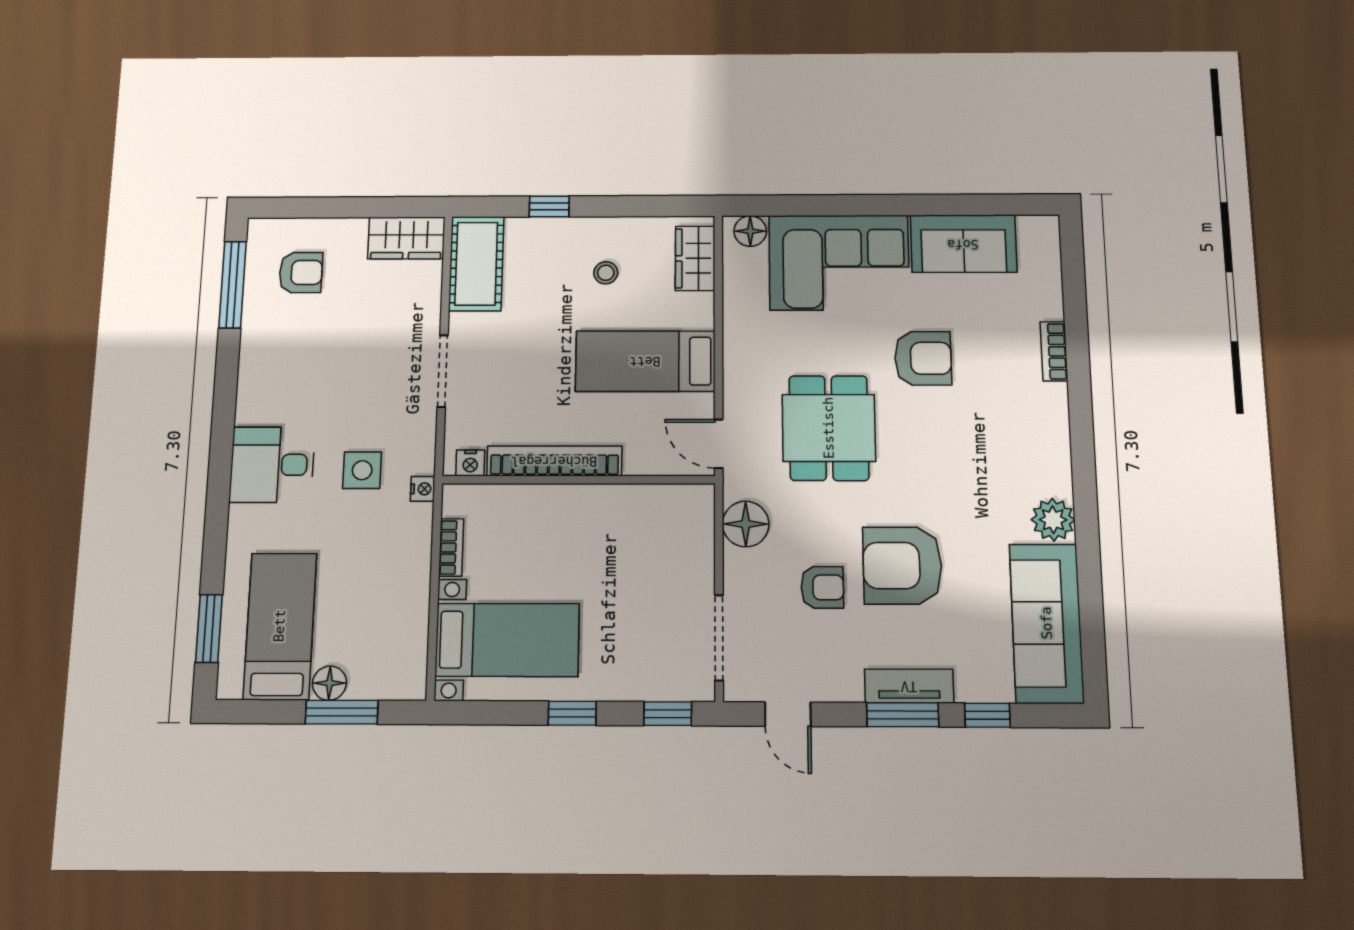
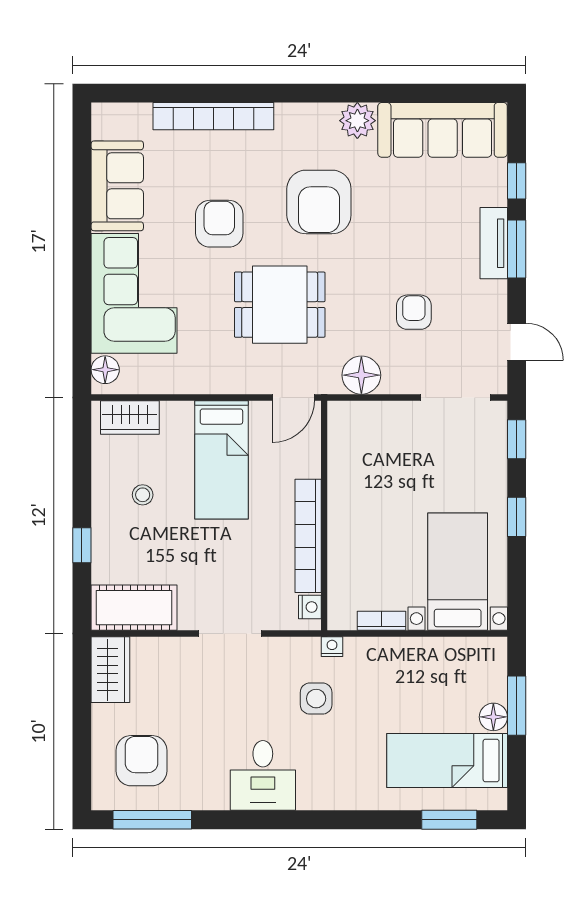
armchair: (301, 272) -> (141, 761), width x1.38, depth x1.38
bookcase: (1054, 351) -> (213, 116), width x2.31, depth x1.31
desk: (272, 465) -> (263, 775), moved
armchair: (902, 566) -> (319, 202), moved
door: (788, 714) -> (517, 342), hinge flipped

